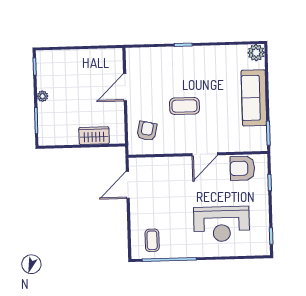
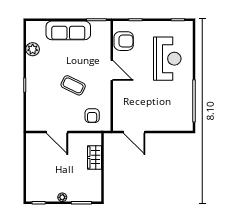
plant: (256, 53) -> (33, 49), moved
coffee table: (184, 106) -> (73, 85), turned -64
armchair: (147, 131) -> (92, 116), turned -102
armchair: (242, 168) -> (124, 41), turned -90
coffee table: (152, 240) -> (179, 114), removed

